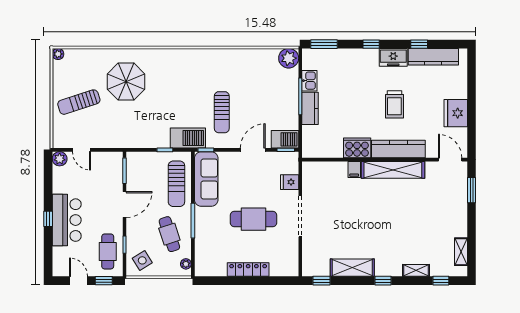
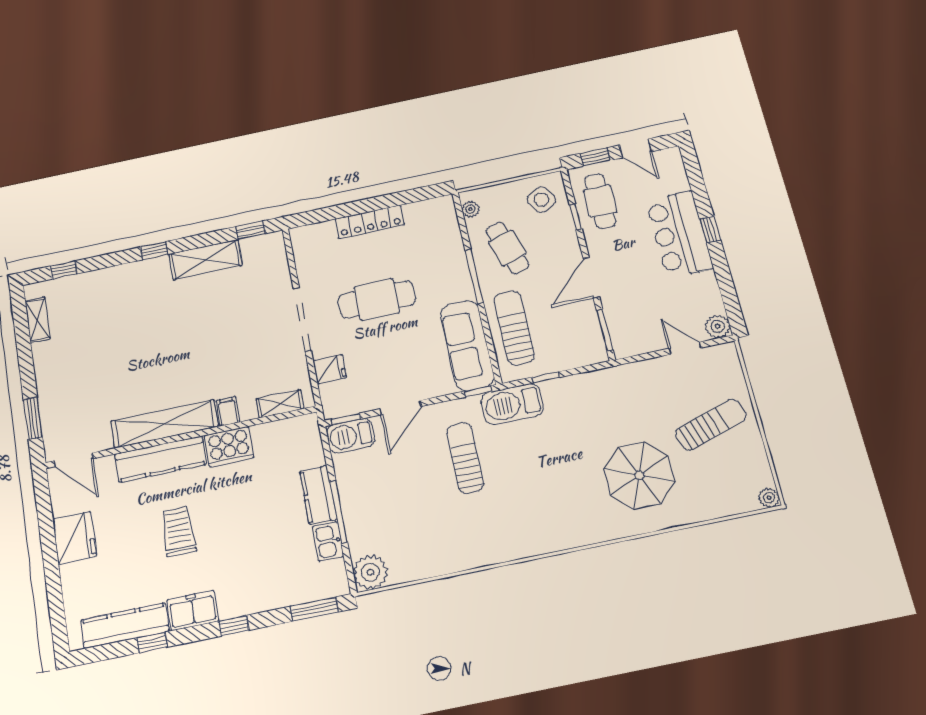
shelving: (416, 270) -> (280, 404), moved

